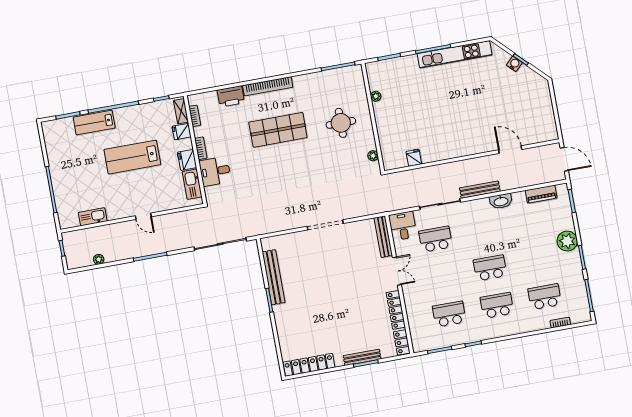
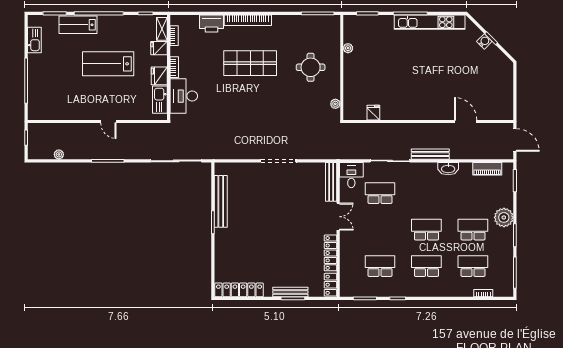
desk: (215, 171) -> (184, 96), width x1.37
kitchen sink: (93, 217) -> (34, 40), moved, turned 90
school desk: (538, 259) -> (473, 230), added

